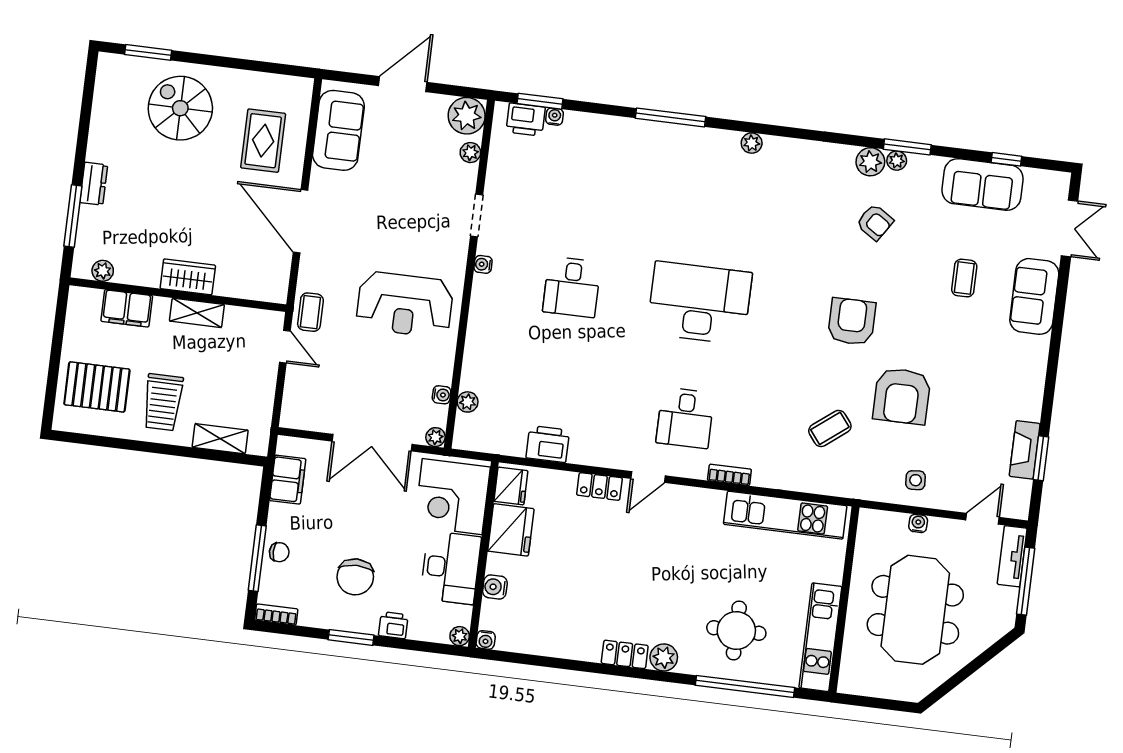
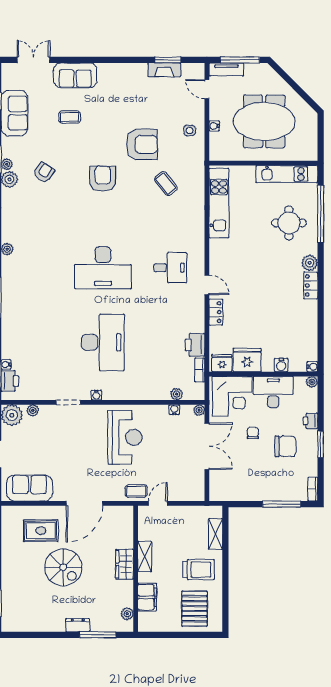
spiral stairs: (180, 108) -> (63, 567), moved, turned -90
desk: (572, 287) -> (103, 342), width x1.87, depth x1.30
desk: (699, 303) -> (103, 268), turned -90
armchair: (852, 322) -> (103, 179), turned 90
bookcase: (729, 475) -> (200, 370), moved
filing cabinet: (288, 480) -> (234, 492), removed
chair: (279, 552) -> (253, 433), moved

